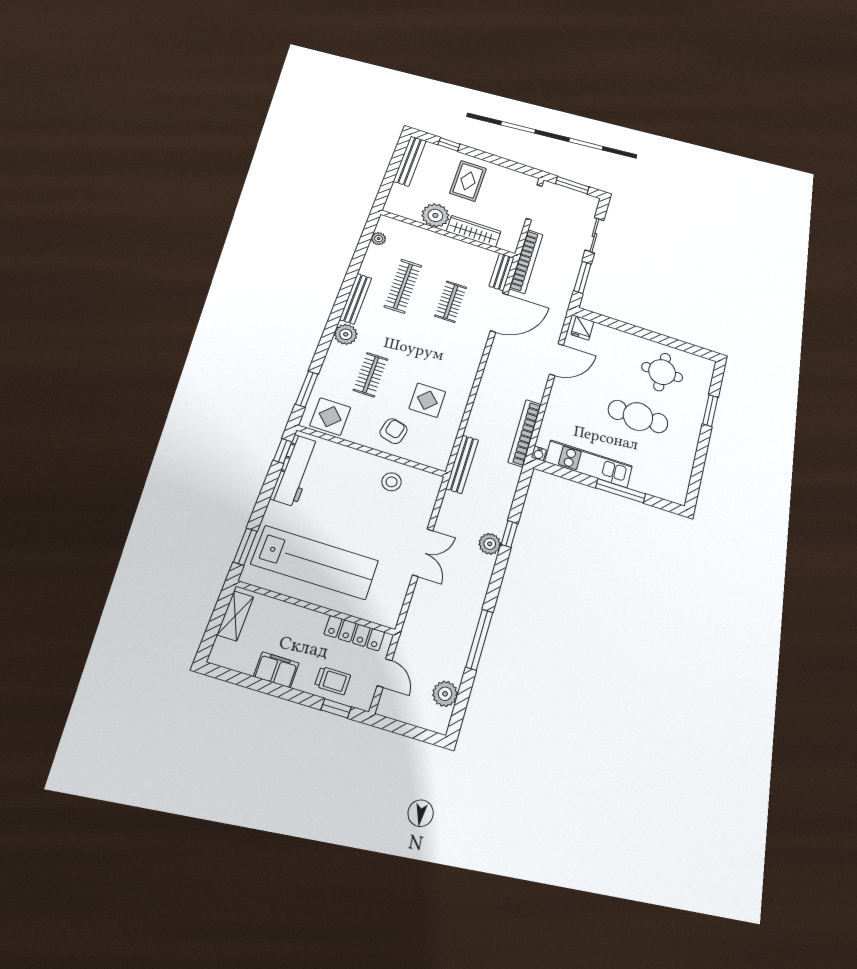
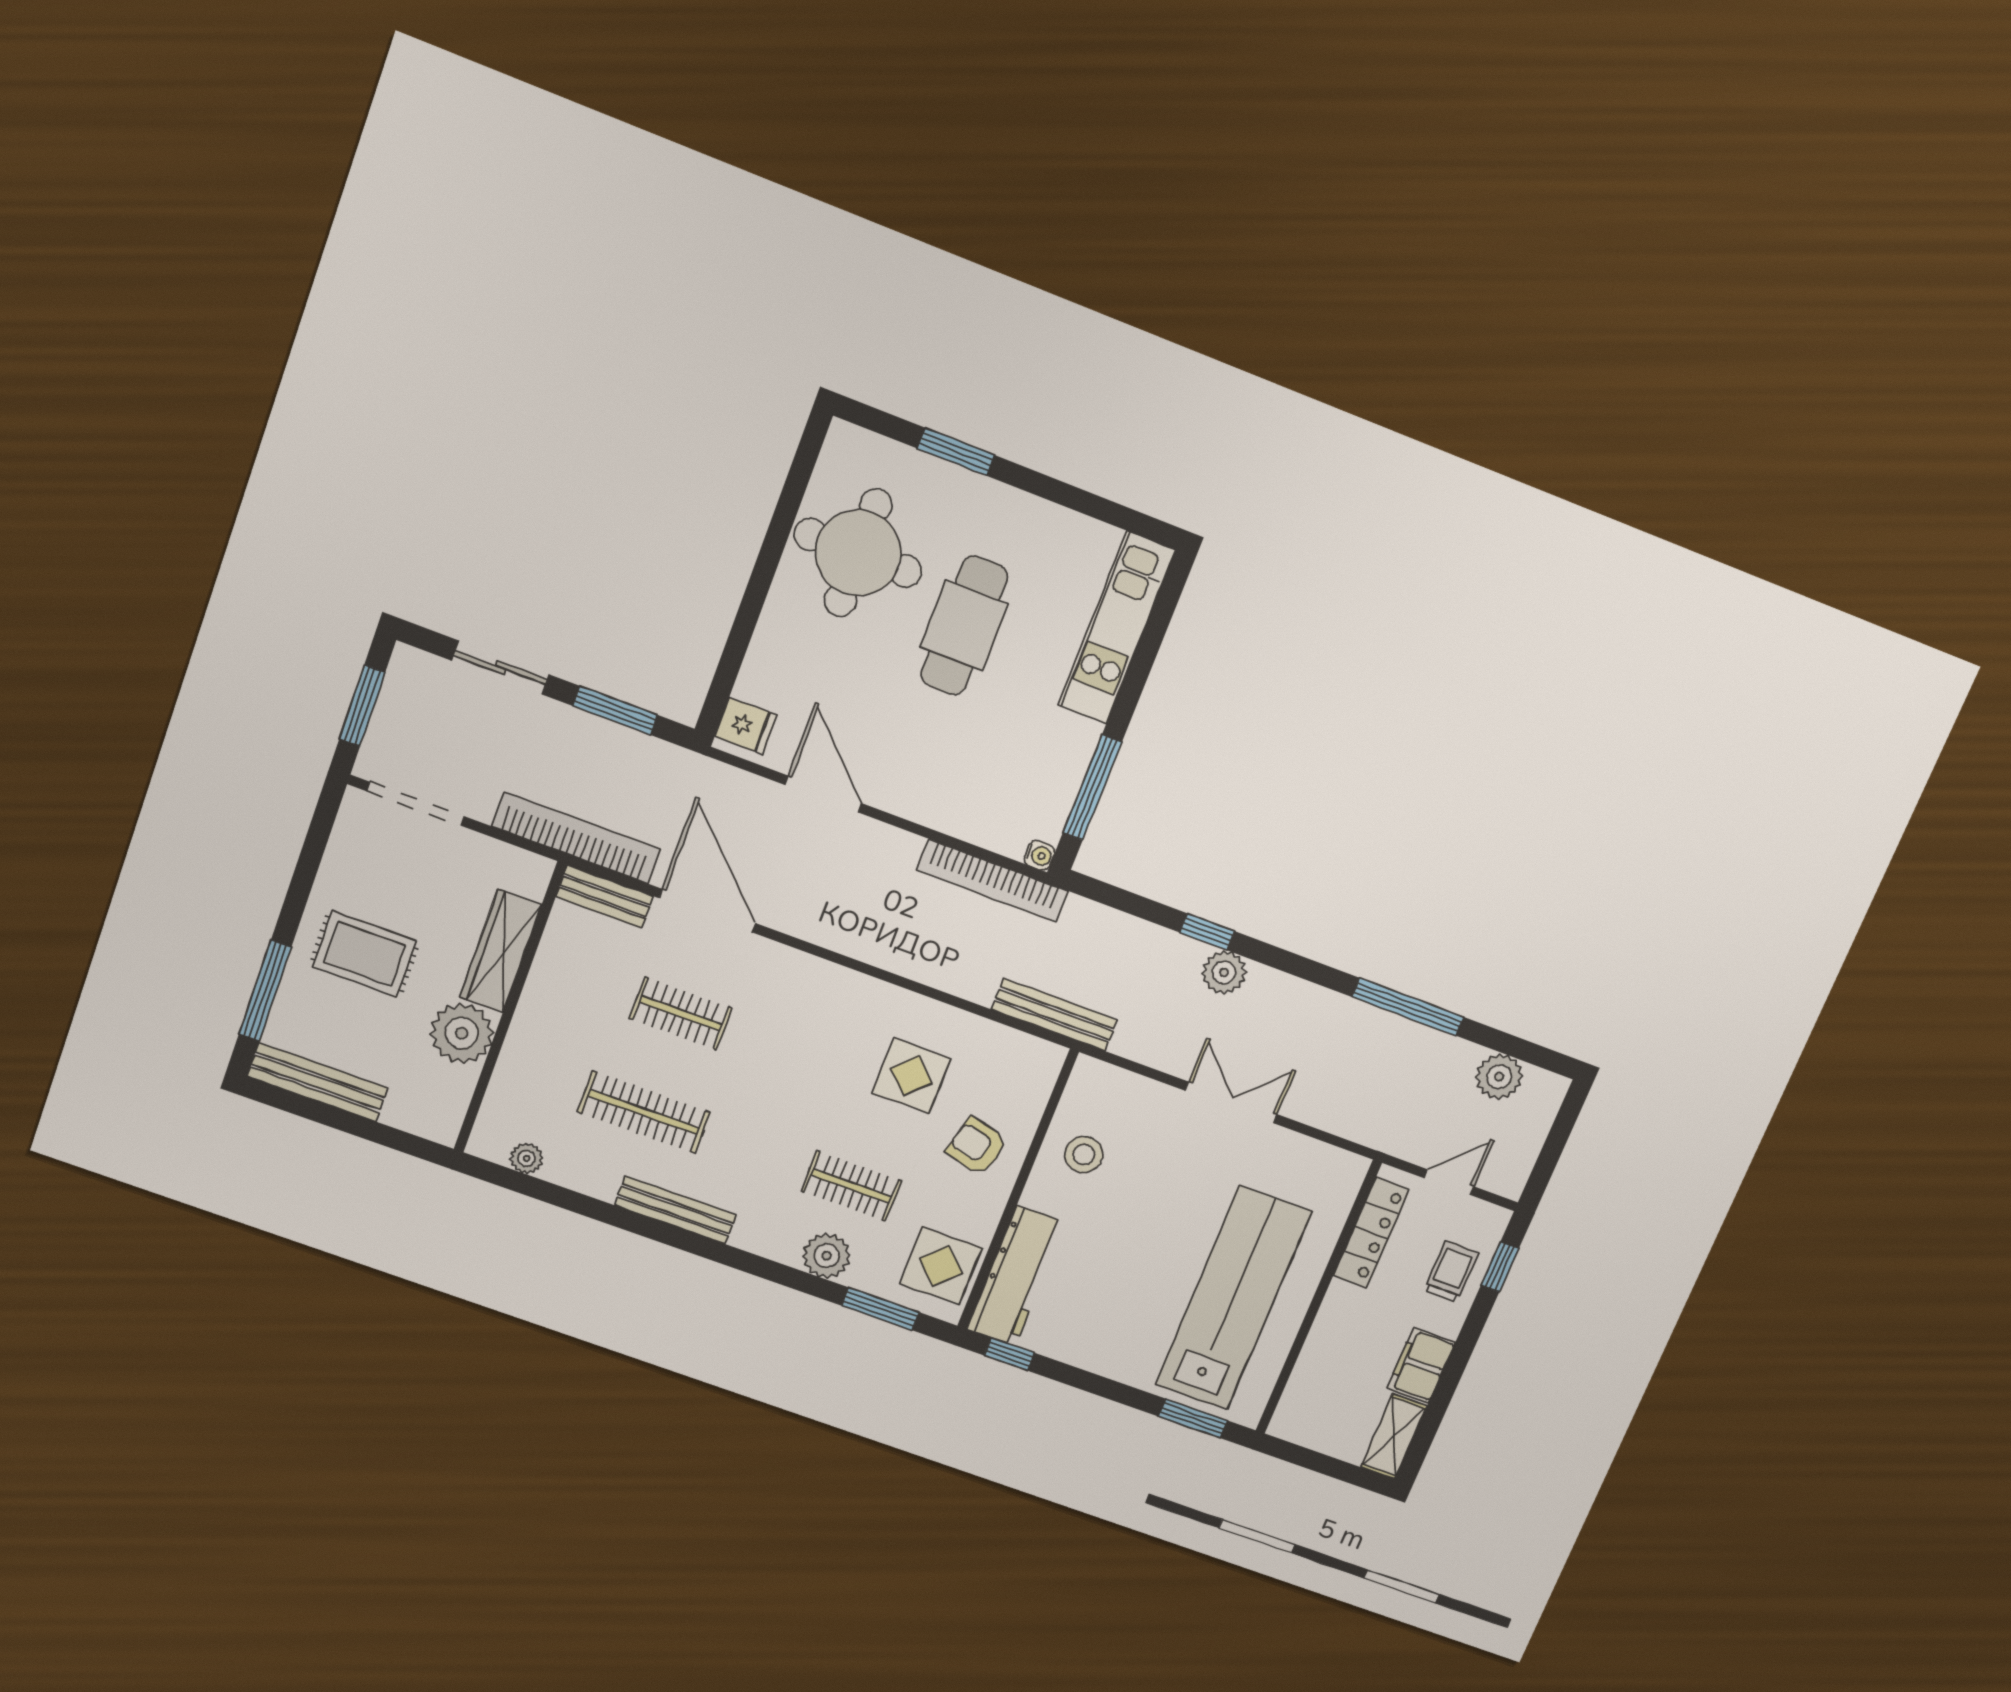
window: (449, 144) -> (265, 991), width x2.17
plant: (346, 334) -> (827, 1256), moved
round table: (662, 372) -> (858, 553), width x1.36, depth x1.36
kitchen unit: (589, 464) -> (1116, 628), moved
workbench: (295, 470) -> (1016, 1276), moved, turned 90
window: (621, 491) -> (1092, 787), moved
shelving: (235, 616) -> (1394, 1436), moved, turned 90

